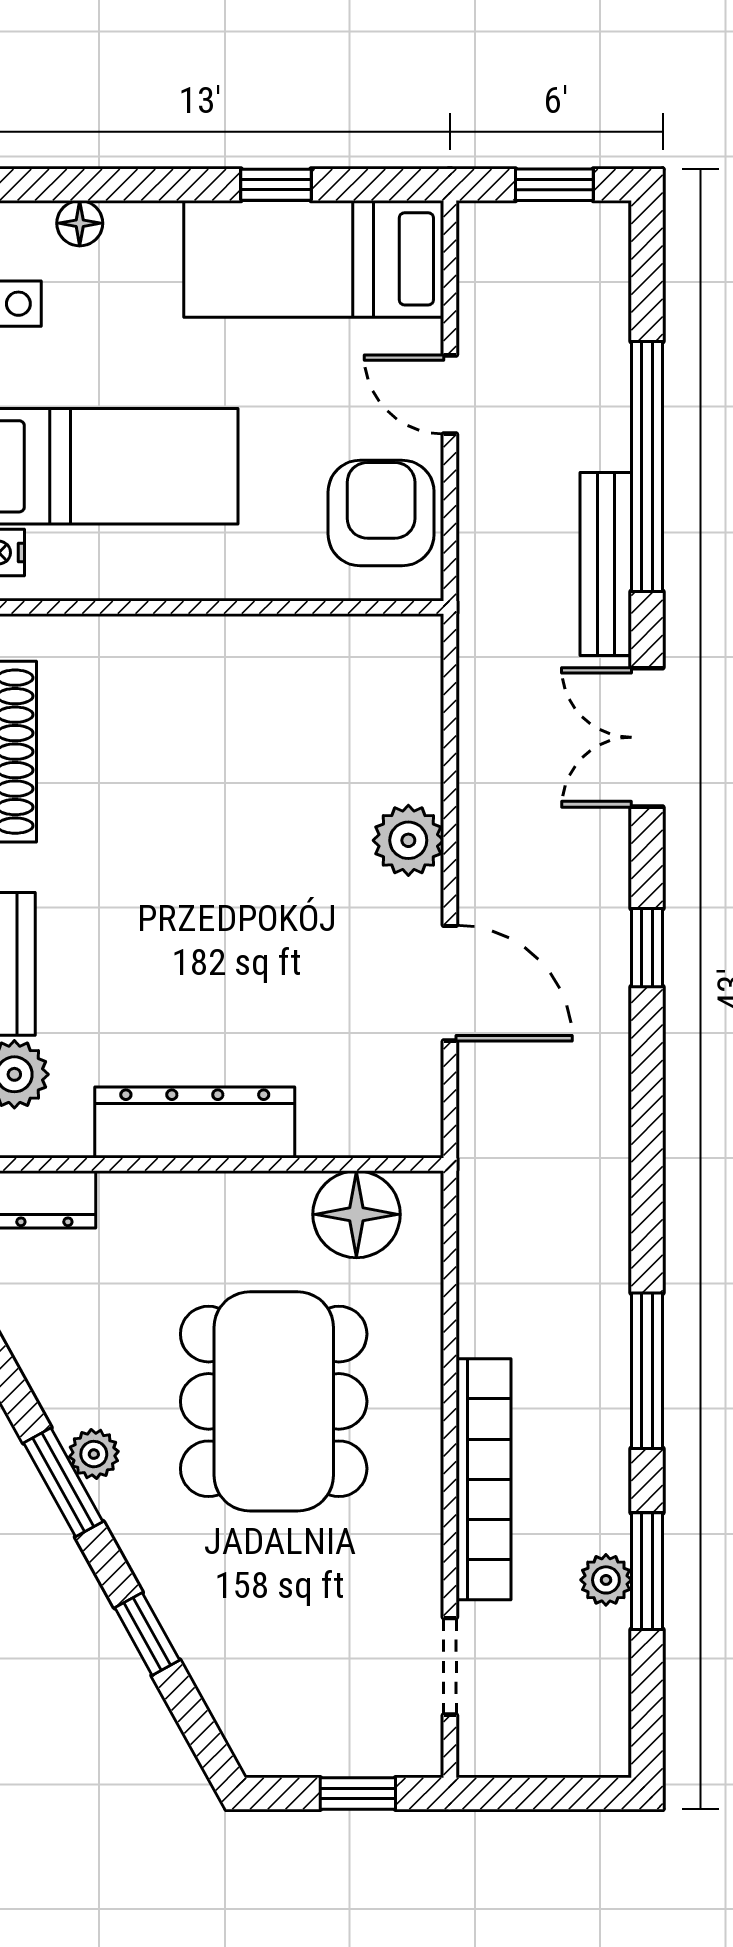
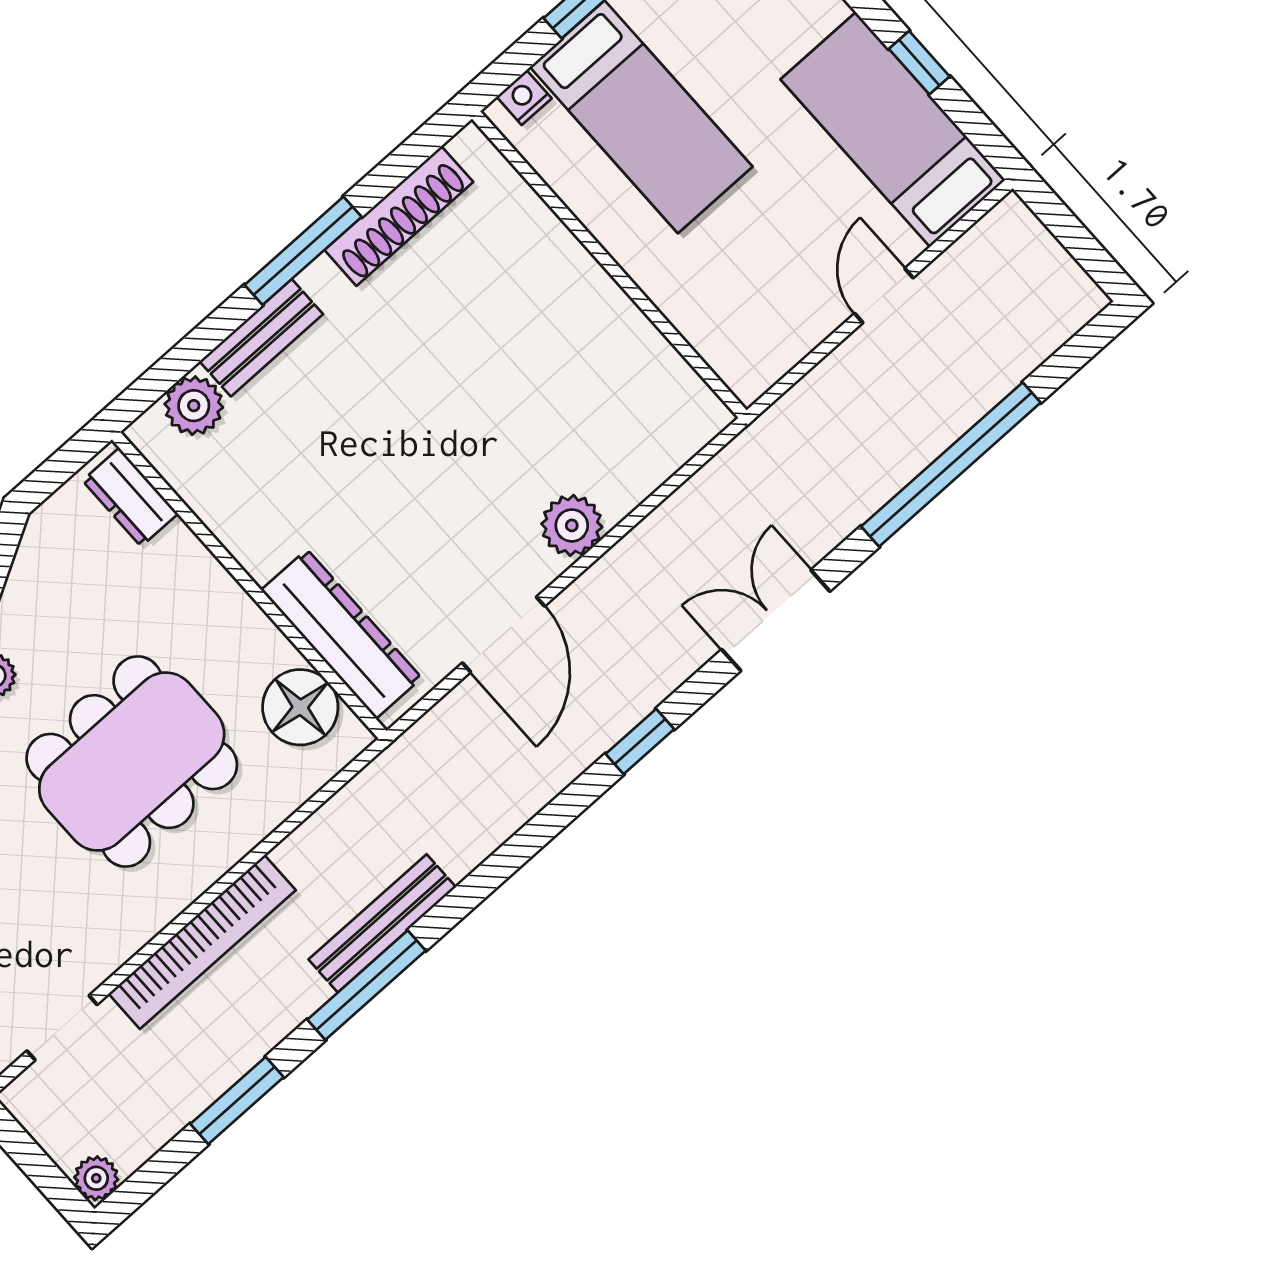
window: (554, 185) -> (1079, 242), removed
armchair: (381, 513) -> (768, 319), removed
bench: (606, 564) -> (382, 923), moved
dresser: (195, 1122) -> (341, 634), moved
plant: (606, 1580) -> (96, 1178), moved

